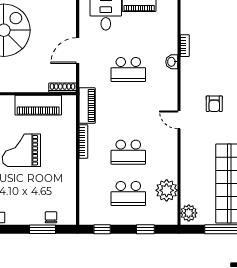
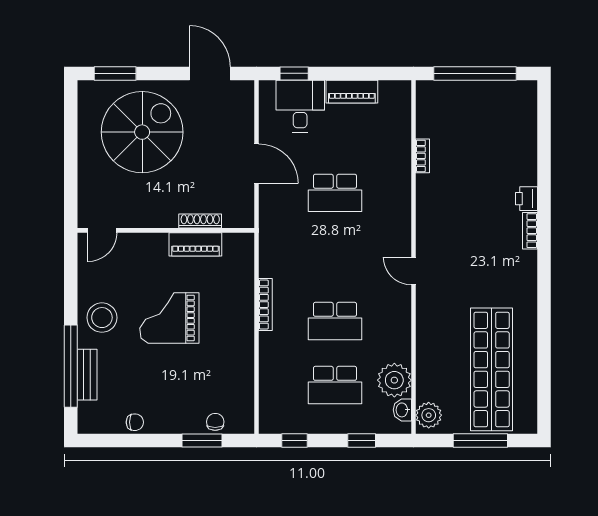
door: (78, 51) -> (256, 164), swing flipped
washbasin: (172, 62) -> (402, 410), moved
shoe rack: (62, 88) -> (200, 221), moved
armchair: (214, 104) -> (468, 246), removed
piano: (38, 105) -> (195, 244), width x0.73, depth x0.75
piano: (87, 106) -> (271, 249), removed

